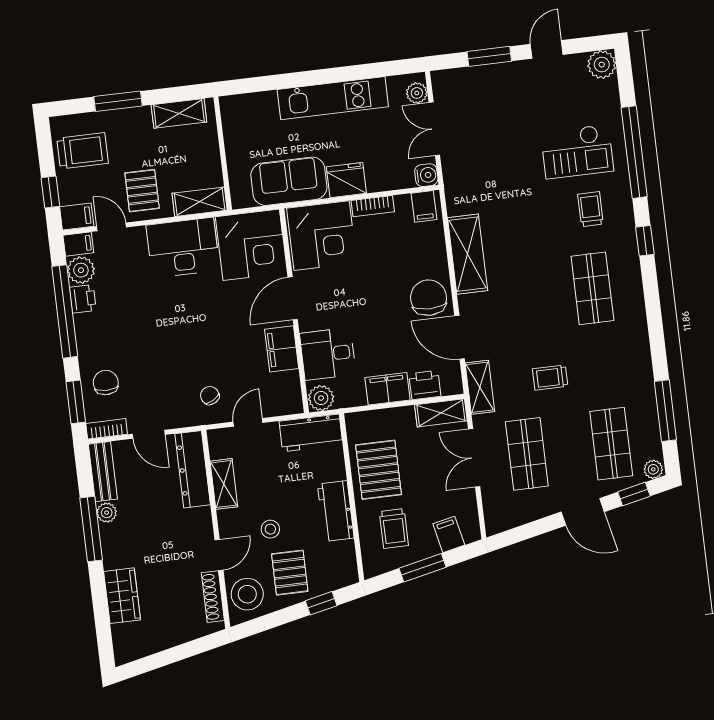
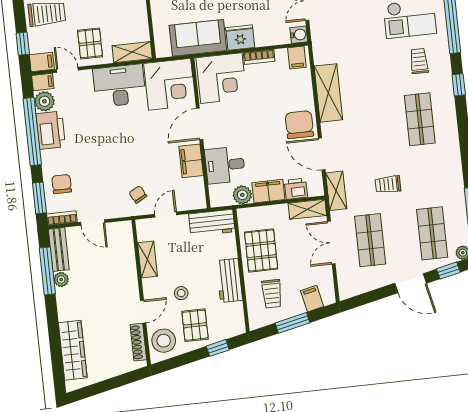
printer: (83, 299) -> (51, 130), width x1.87, depth x1.48
plant: (321, 398) -> (242, 195), moved
dresser: (193, 469) -> (125, 248), removed
window: (91, 529) -> (47, 271), moved
wardrobe: (122, 596) -> (73, 350), width x1.50

